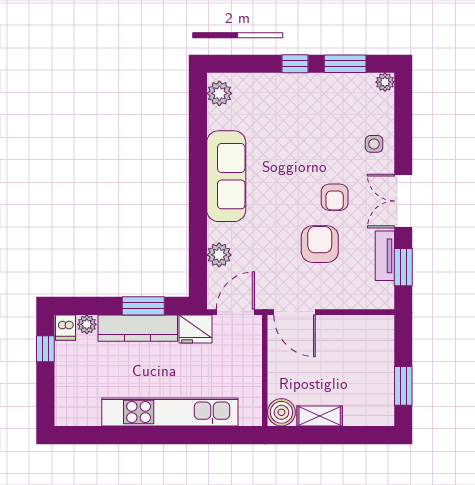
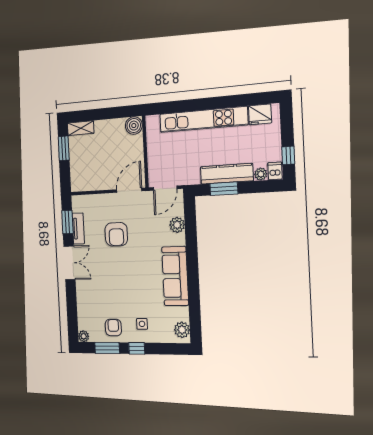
side table: (374, 144) -> (142, 324), moved
armchair: (335, 197) -> (113, 327), moved
door: (295, 312) -> (129, 190), hinge flipped
fridge: (196, 329) -> (260, 114), moved, turned 180
shelving: (320, 416) -> (81, 128), moved

